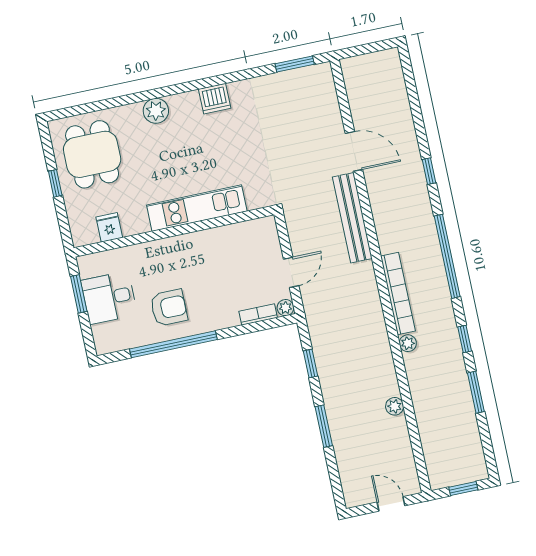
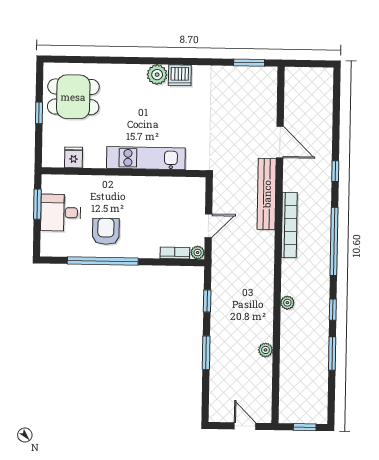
plant: (156, 111) -> (157, 75), moved
dining table: (92, 154) -> (73, 97), turned 90
bookcase: (398, 294) -> (289, 225), moved
armchair: (169, 308) -> (106, 231), turned -90

